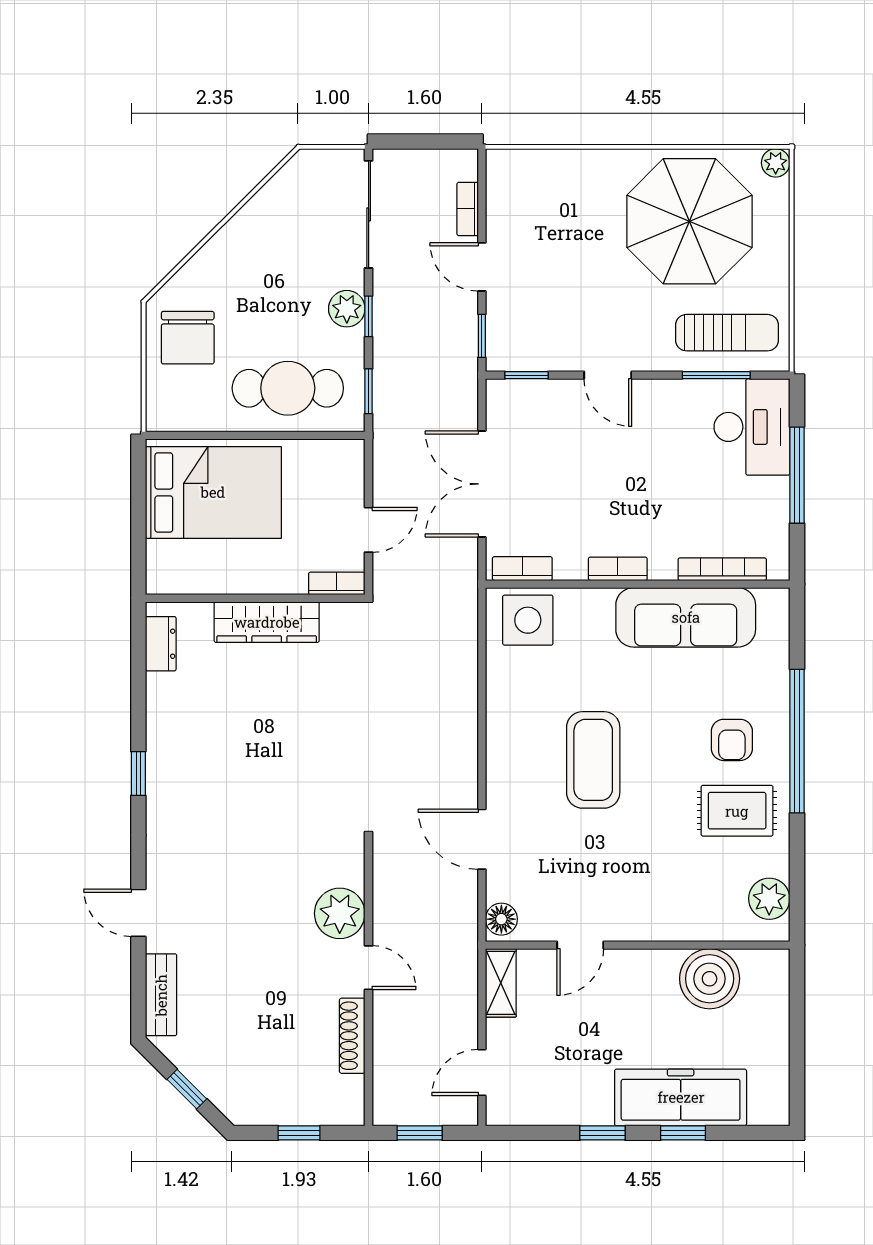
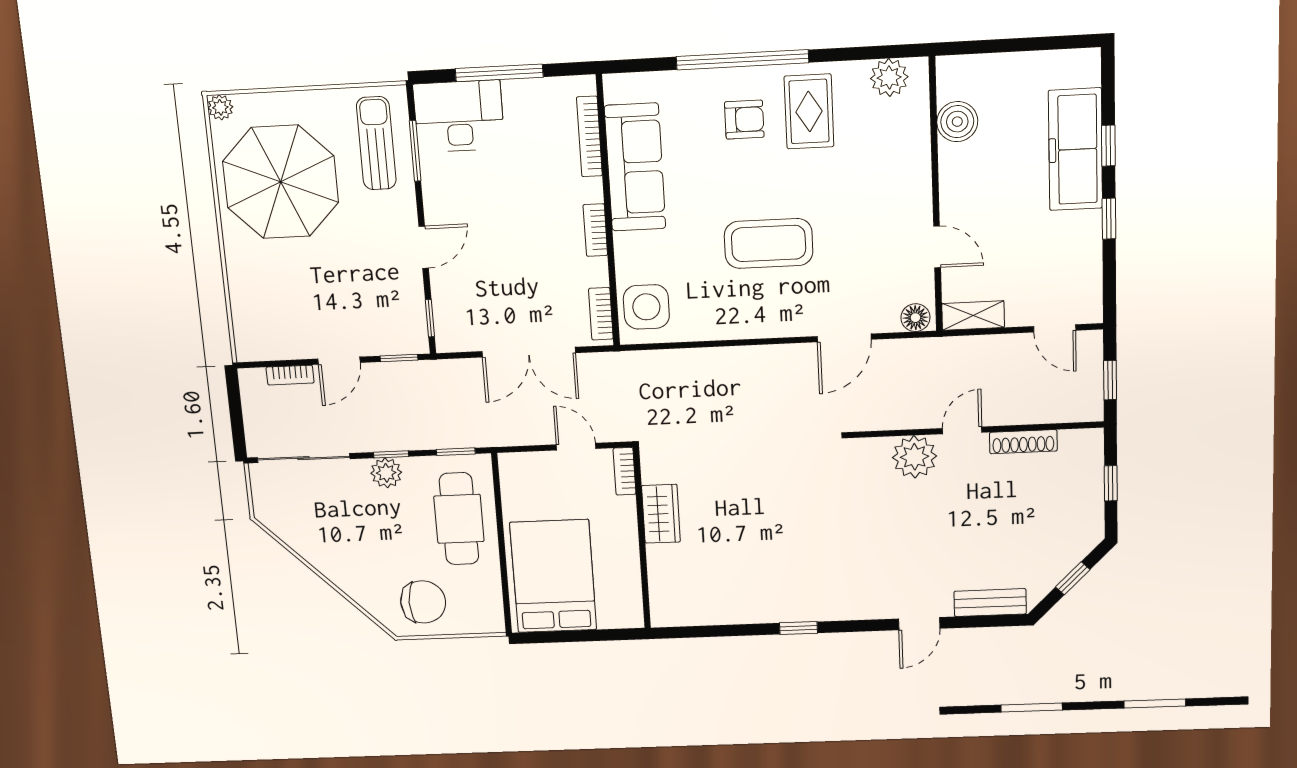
wardrobe: (267, 622) -> (661, 514), width x0.67
dresser: (161, 644) -> (686, 614), removed
boiler: (710, 979) -> (957, 122), width x0.73, depth x0.73

